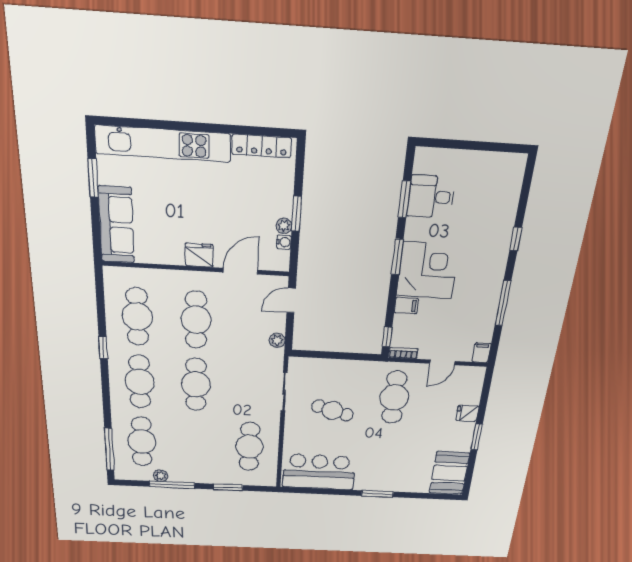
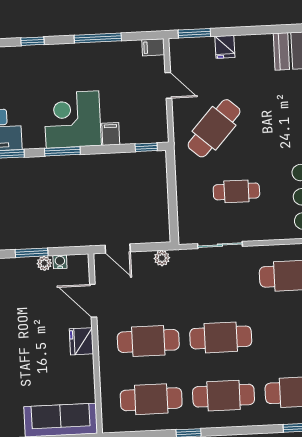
bookcase: (403, 353) -> (162, 128), removed
cafe table: (394, 397) -> (214, 128), turned -48
cafe table: (332, 410) -> (236, 191), turned 74
window: (477, 437) -> (194, 33), moved

